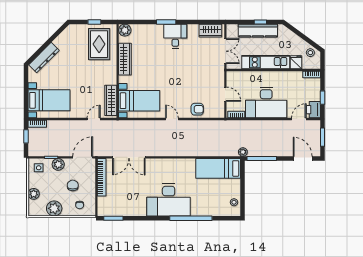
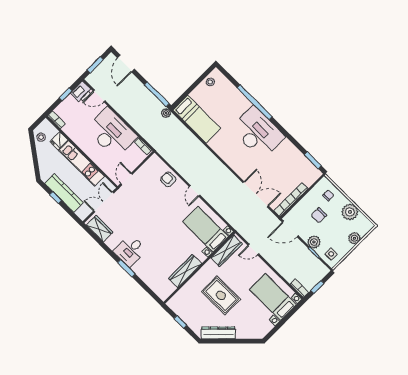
plant: (125, 30) -> (164, 293), removed
rug: (99, 44) -> (221, 295), moved, turned 90
dresser: (44, 58) -> (218, 333), moved
door: (225, 94) -> (127, 179), moved

